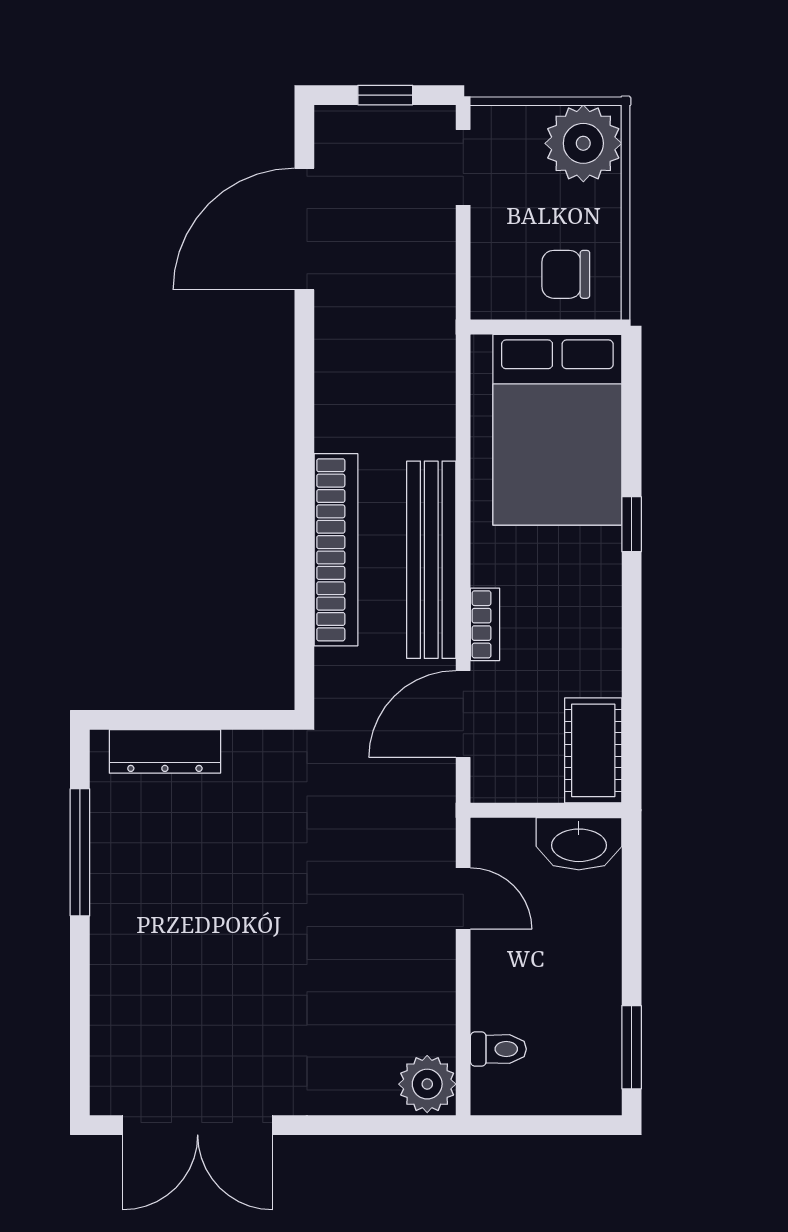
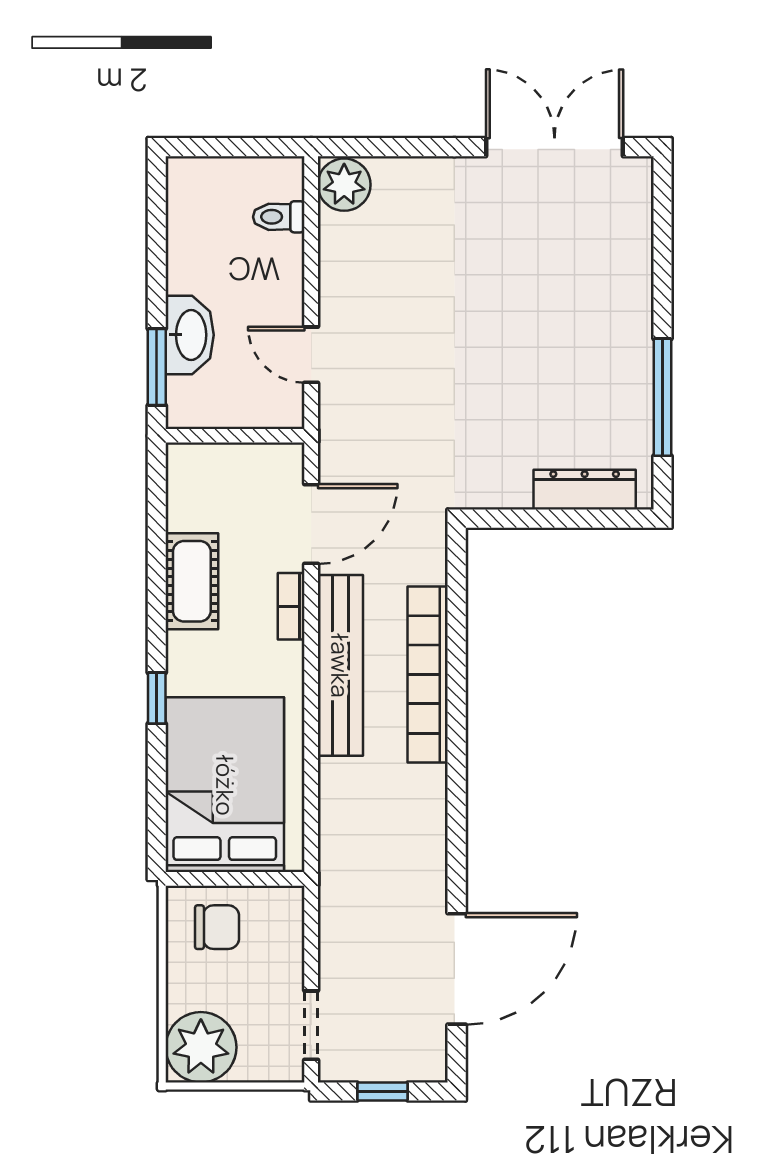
cot: (593, 750) -> (192, 581), moved
washbasin: (579, 844) -> (190, 335), moved, turned 90
window: (632, 1047) -> (157, 367), moved

